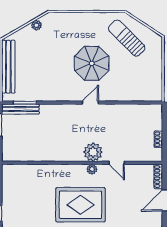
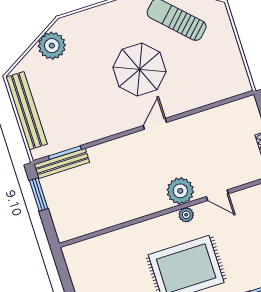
plant: (36, 25) -> (52, 46), width x1.88, depth x1.88

